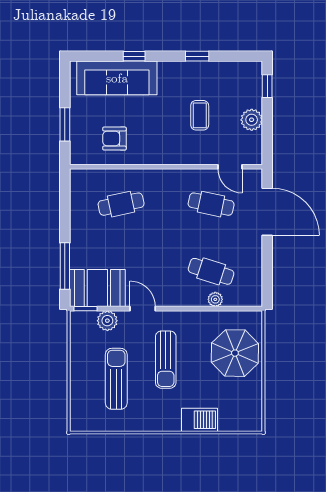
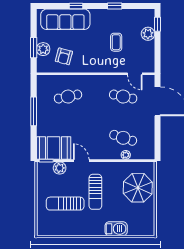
plant: (252, 120) -> (148, 34), moved
plant: (80, 127) -> (43, 49), added
armchair: (114, 139) -> (64, 56), turned -75
window: (65, 266) -> (34, 111), moved
sun lounger: (116, 379) -> (65, 204), turned -90

